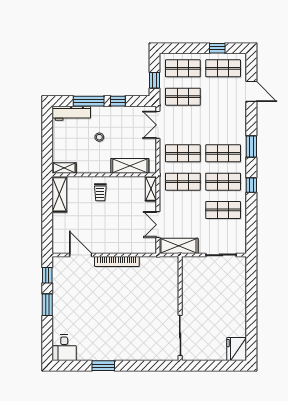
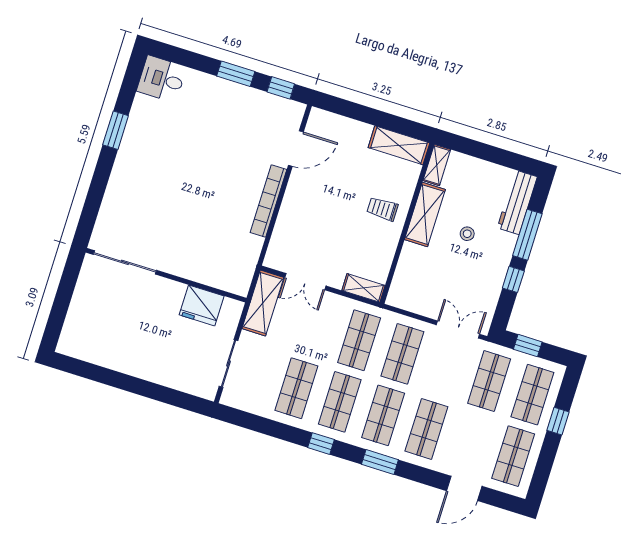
window: (217, 48) -> (558, 421), moved
shop shelf: (223, 125) -> (426, 429), added
shelving: (130, 166) -> (425, 215), moved
double door: (158, 225) -> (305, 282), swing flipped
fridge: (237, 349) -> (202, 305), moved, turned 180

